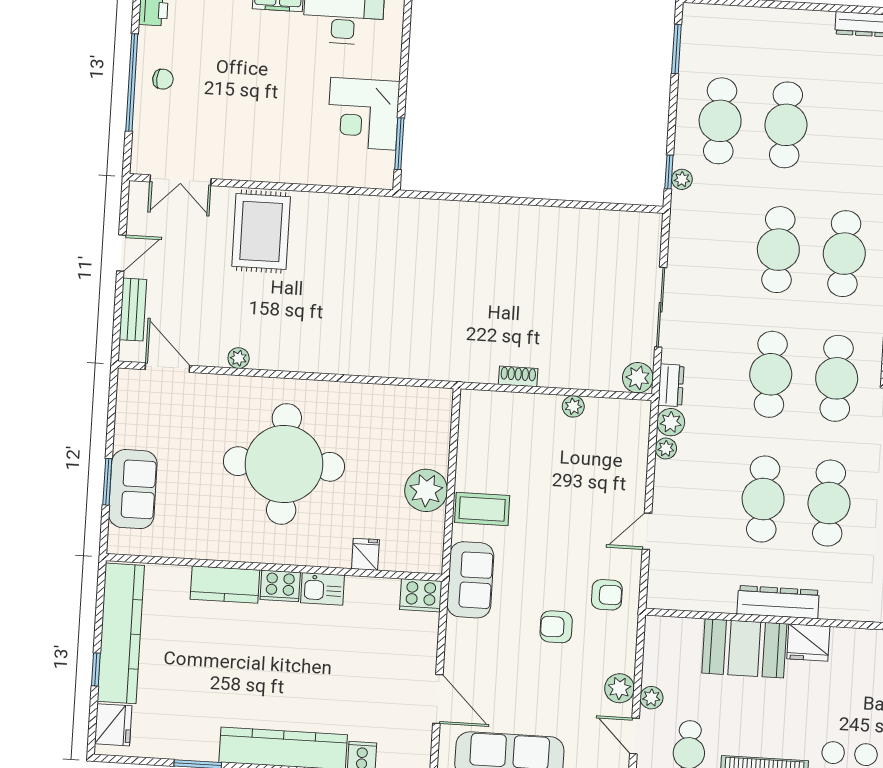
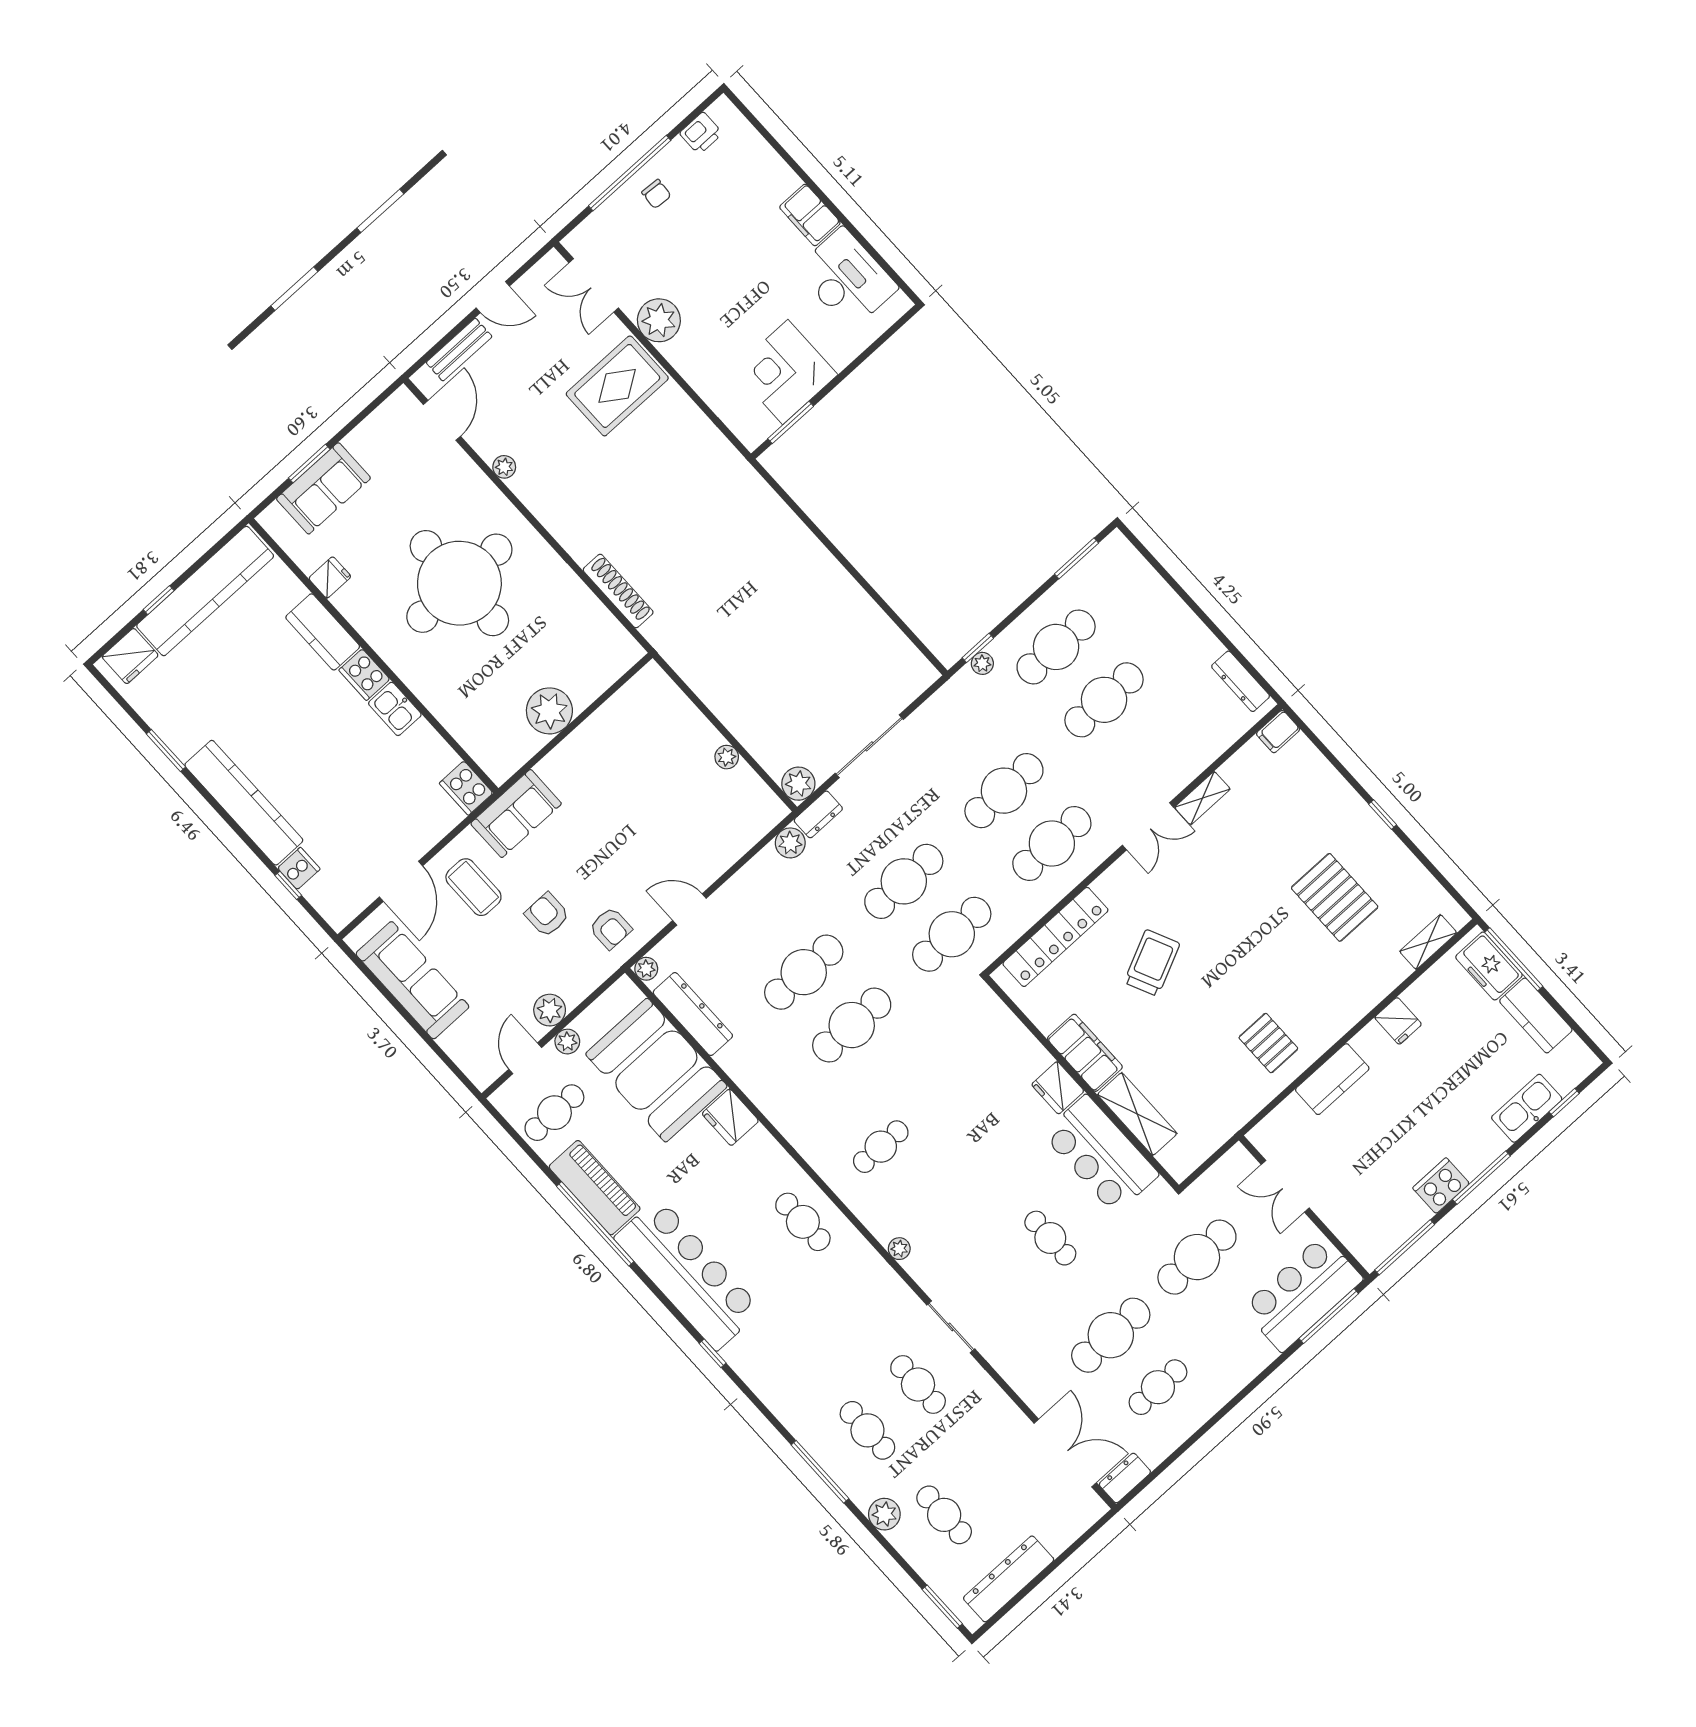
plant: (246, 161) -> (659, 320), added
shoe rack: (518, 376) -> (618, 591), moved, width x1.94, depth x1.24
plant: (666, 448) -> (646, 969), moved
coffee table: (482, 509) -> (473, 887), moved
fridge: (365, 554) -> (330, 577), moved
dresser: (778, 602) -> (693, 1014), moved
booth: (744, 648) -> (656, 1070), width x1.36, depth x1.42

